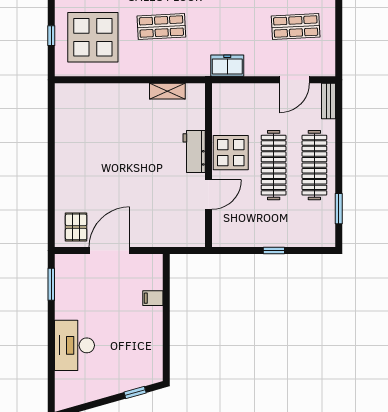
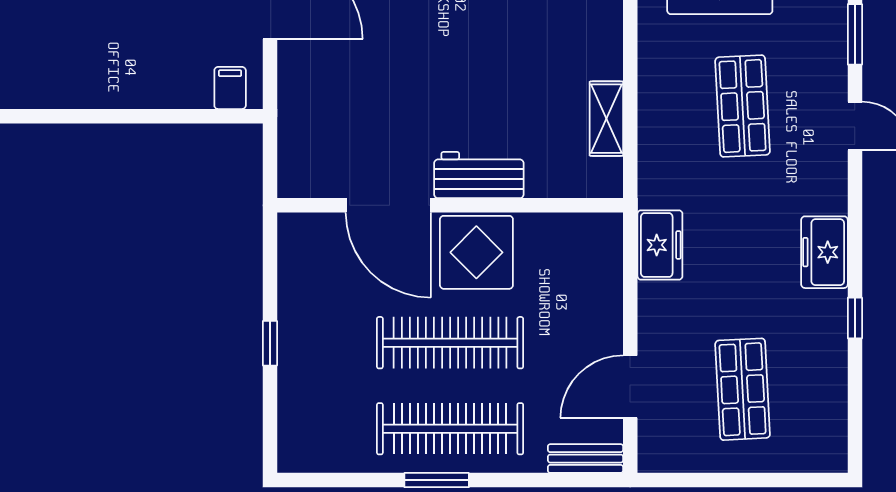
door: (294, 80) -> (630, 387), hinge flipped
door: (208, 194) -> (388, 205), width x1.36
window: (339, 209) -> (437, 480), moved
filing cabinet: (153, 298) -> (230, 88), moved

